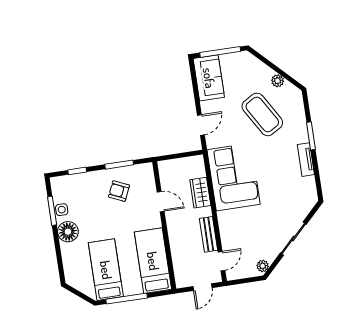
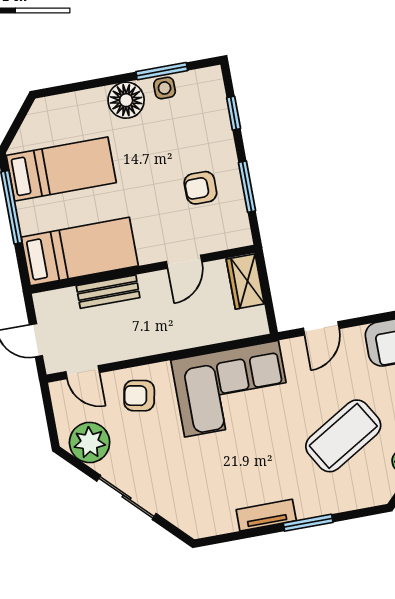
door: (201, 125) -> (321, 328), hinge flipped
armchair: (119, 191) -> (200, 188), turned -114
wardrobe: (200, 193) -> (245, 281), moved, turned -90
armchair: (236, 230) -> (139, 396), added
bench: (208, 234) -> (108, 292), moved
plant: (263, 266) -> (90, 442), width x1.87, depth x1.87

